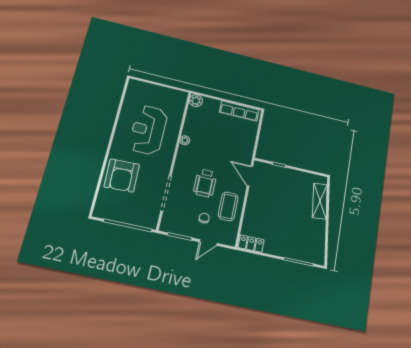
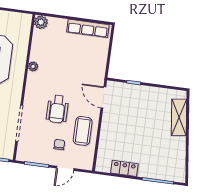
locker: (251, 244) -> (124, 168), moved

